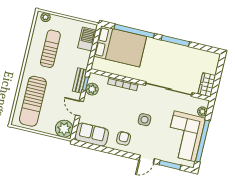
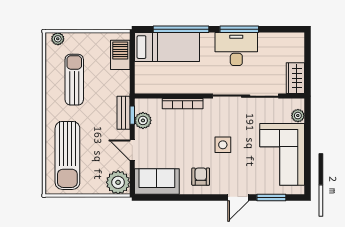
bed: (120, 46) -> (167, 47), width x0.67
desk: (170, 54) -> (236, 49), added
window: (203, 141) -> (307, 155), removed

